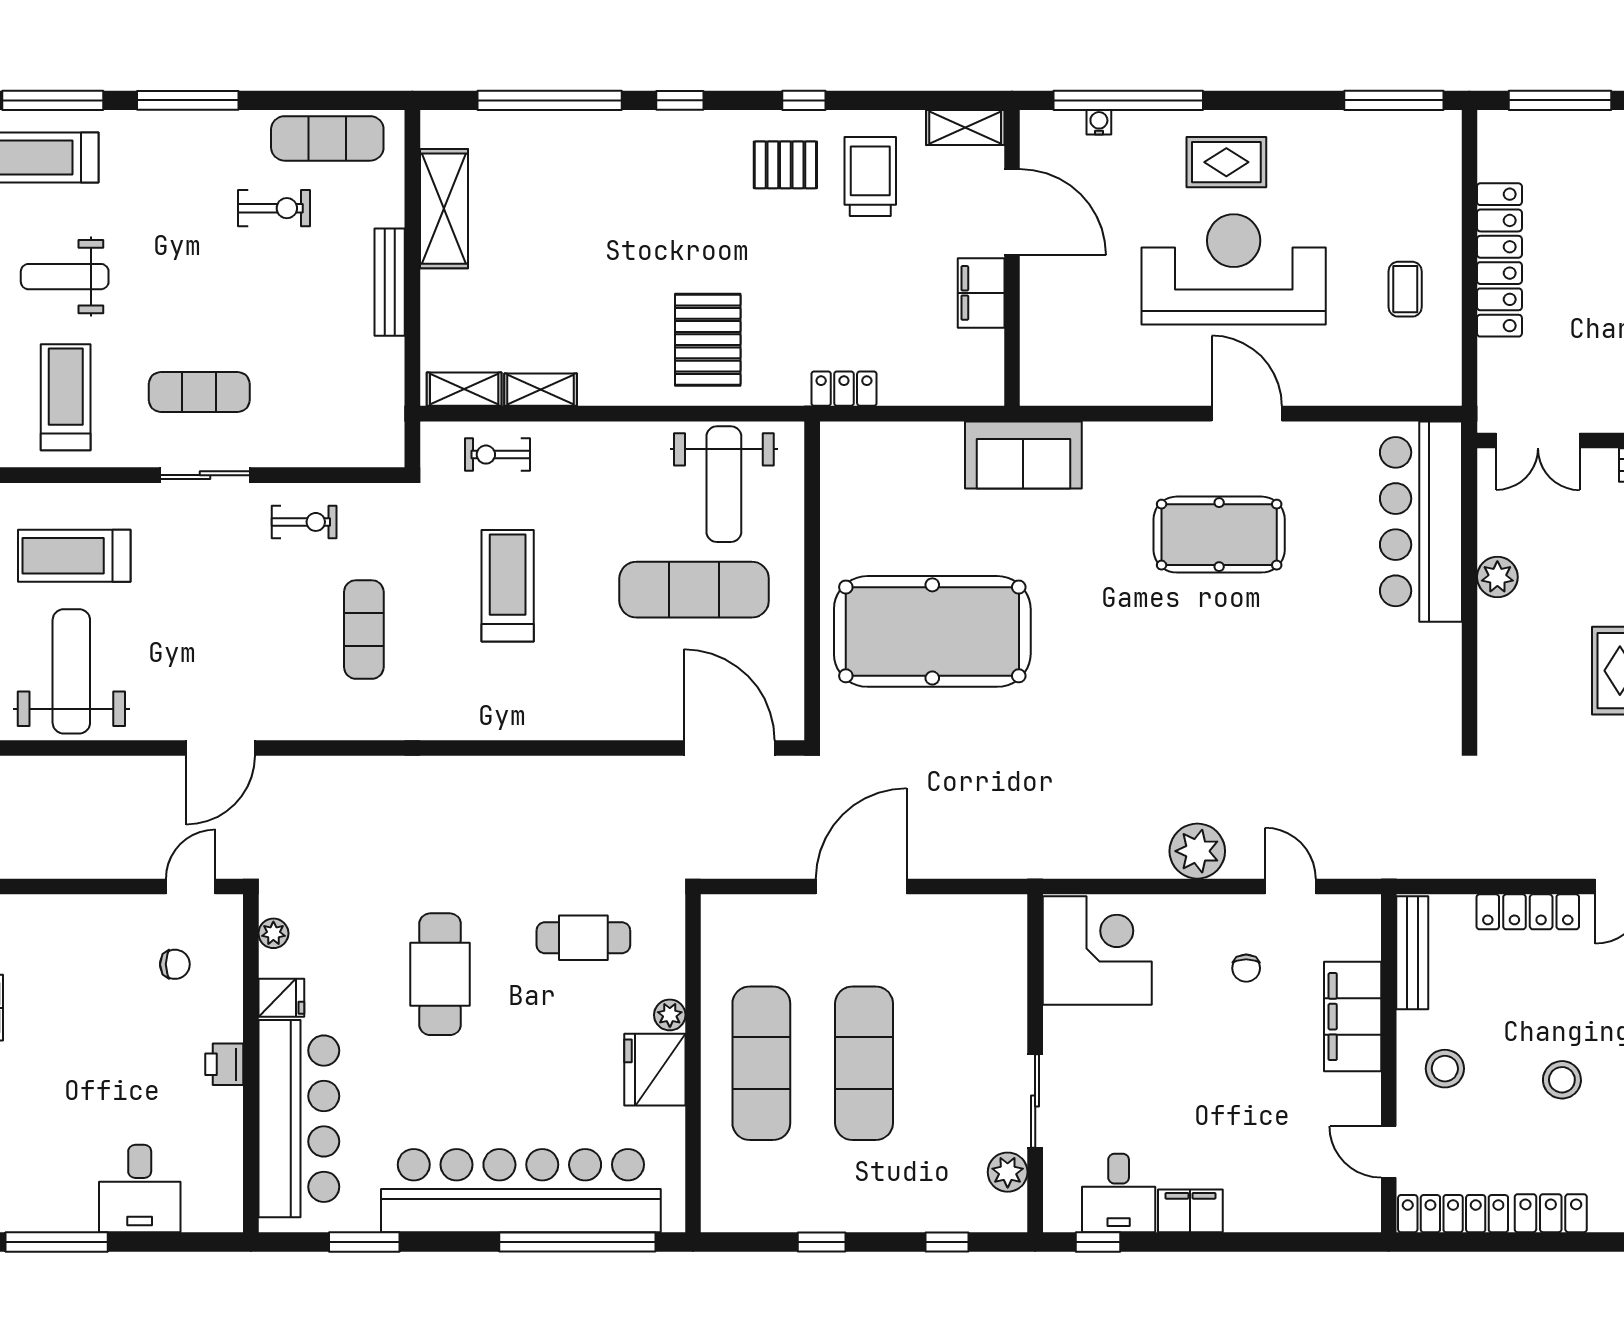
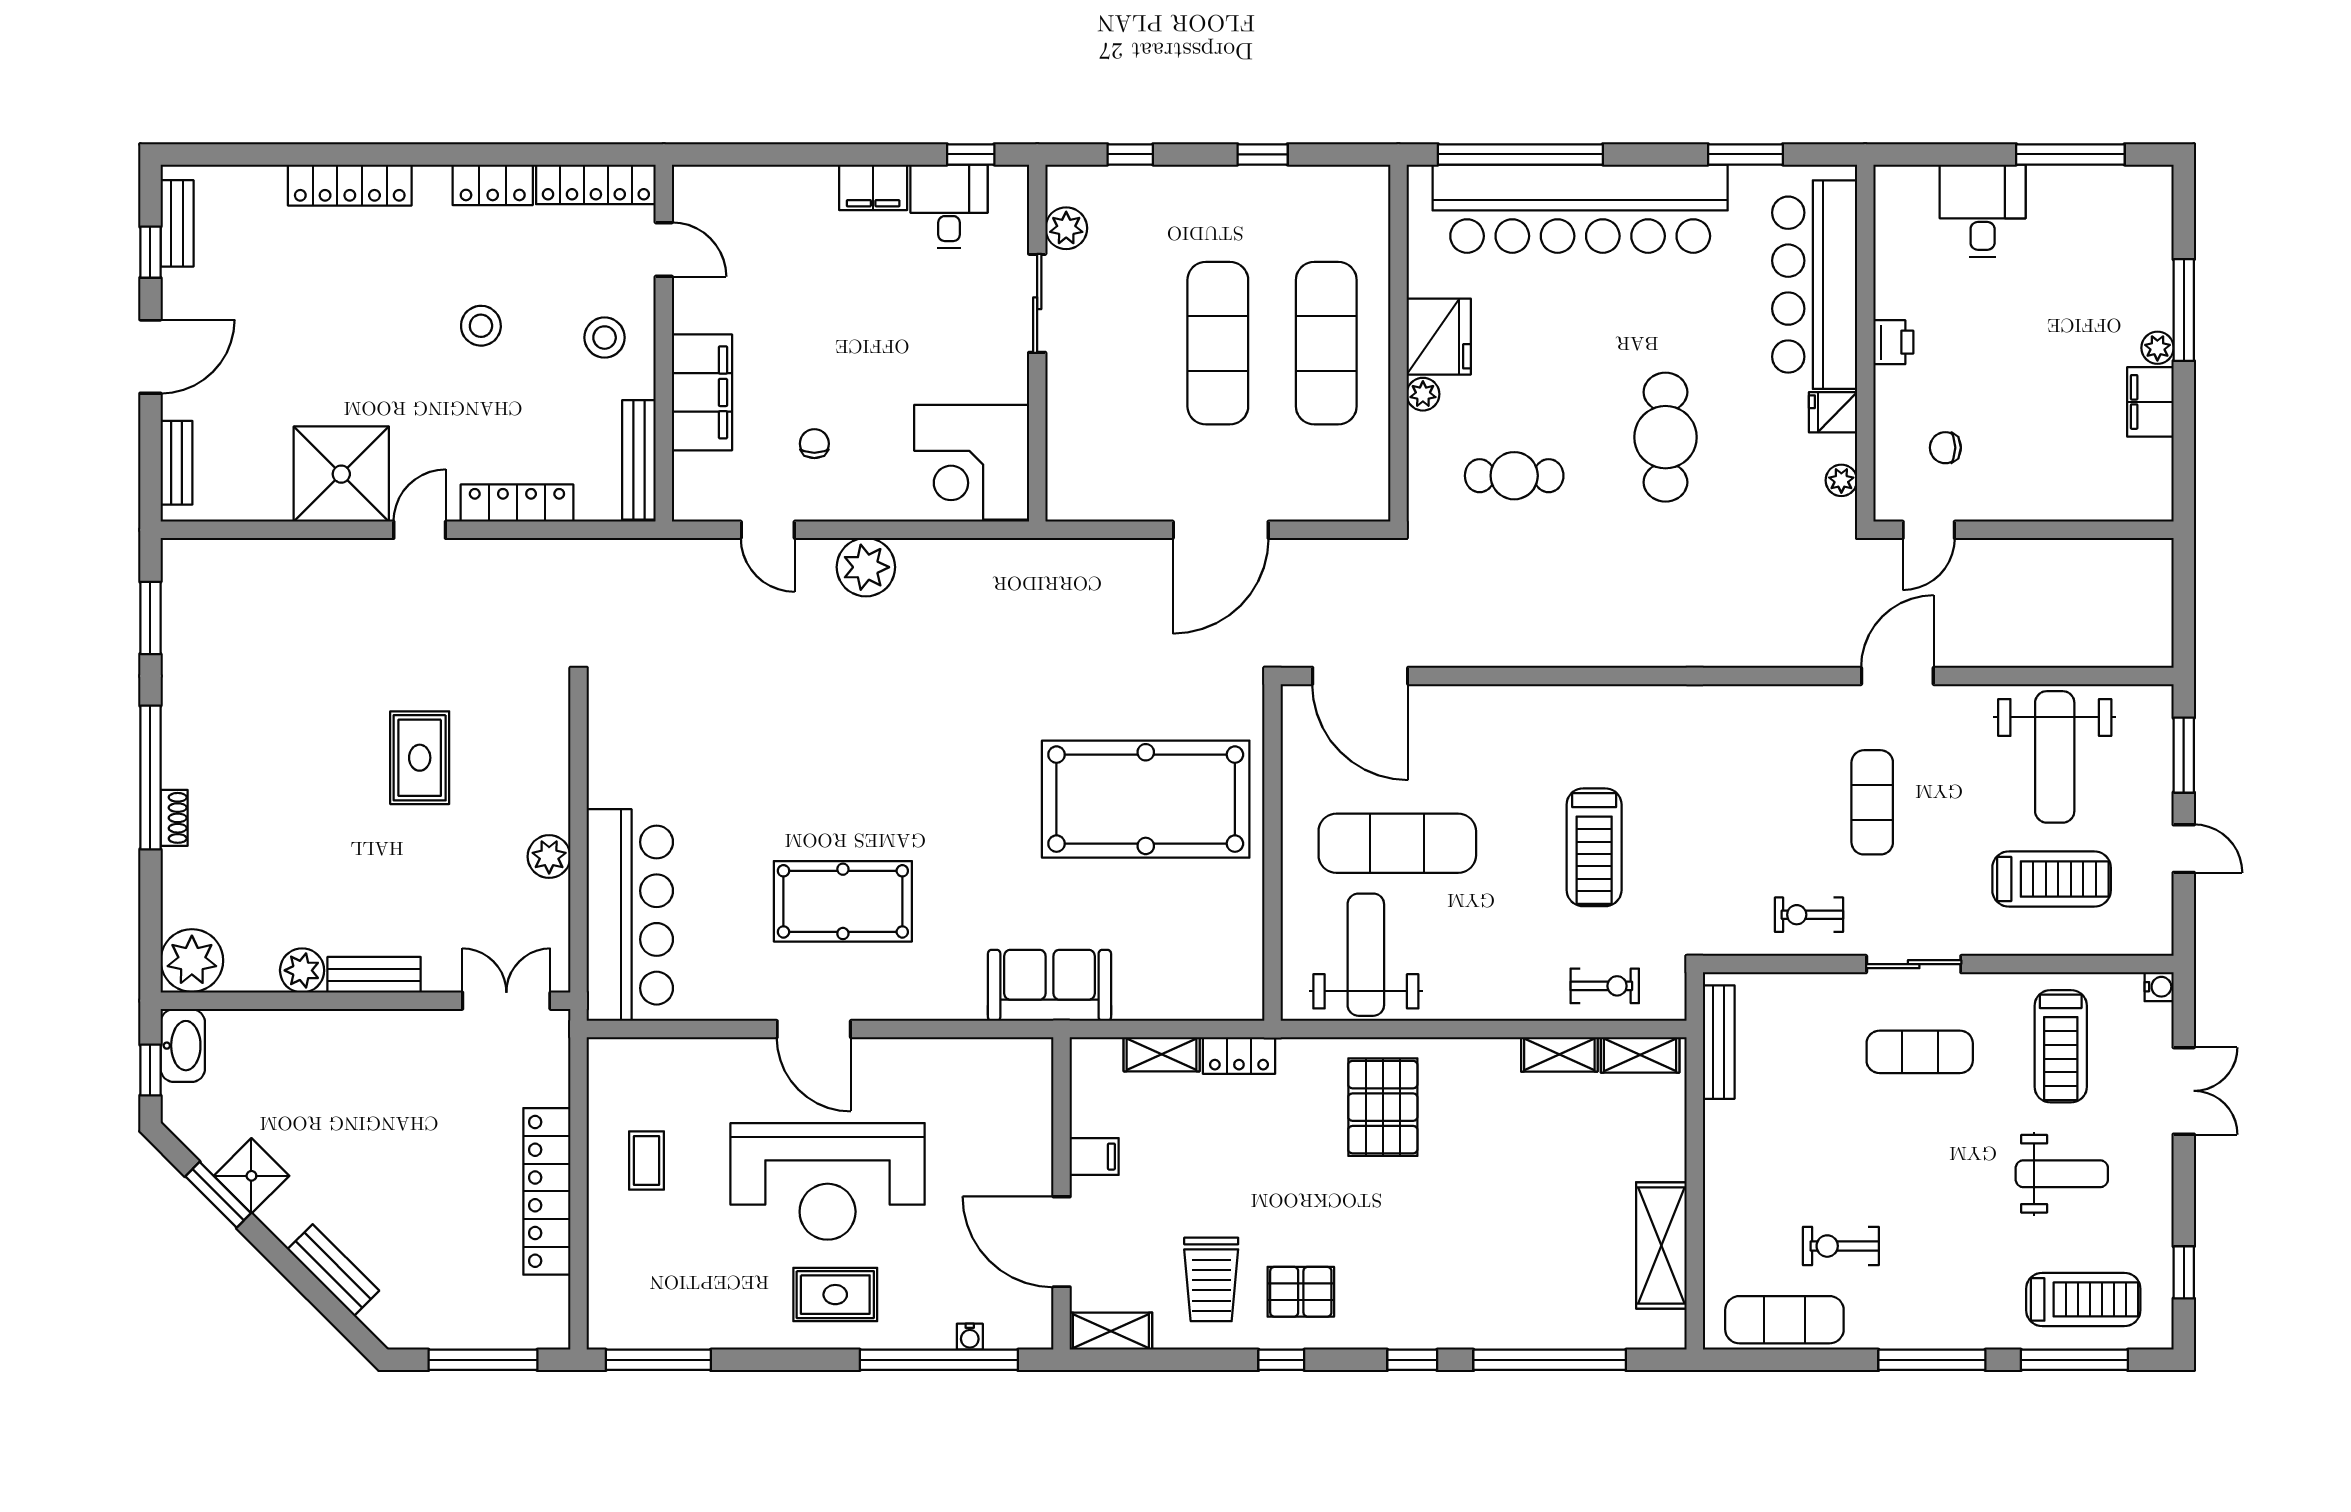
bench: (390, 282) -> (1719, 1042), moved
filing cabinet: (981, 293) -> (1094, 1157), width x0.50
shelving: (917, 390) -> (1162, 1054), added
exercise mat: (364, 630) -> (1872, 802), moved

